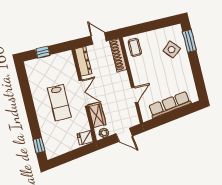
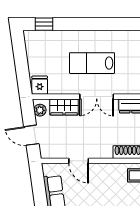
door: (124, 135) -> (31, 135), hinge flipped

